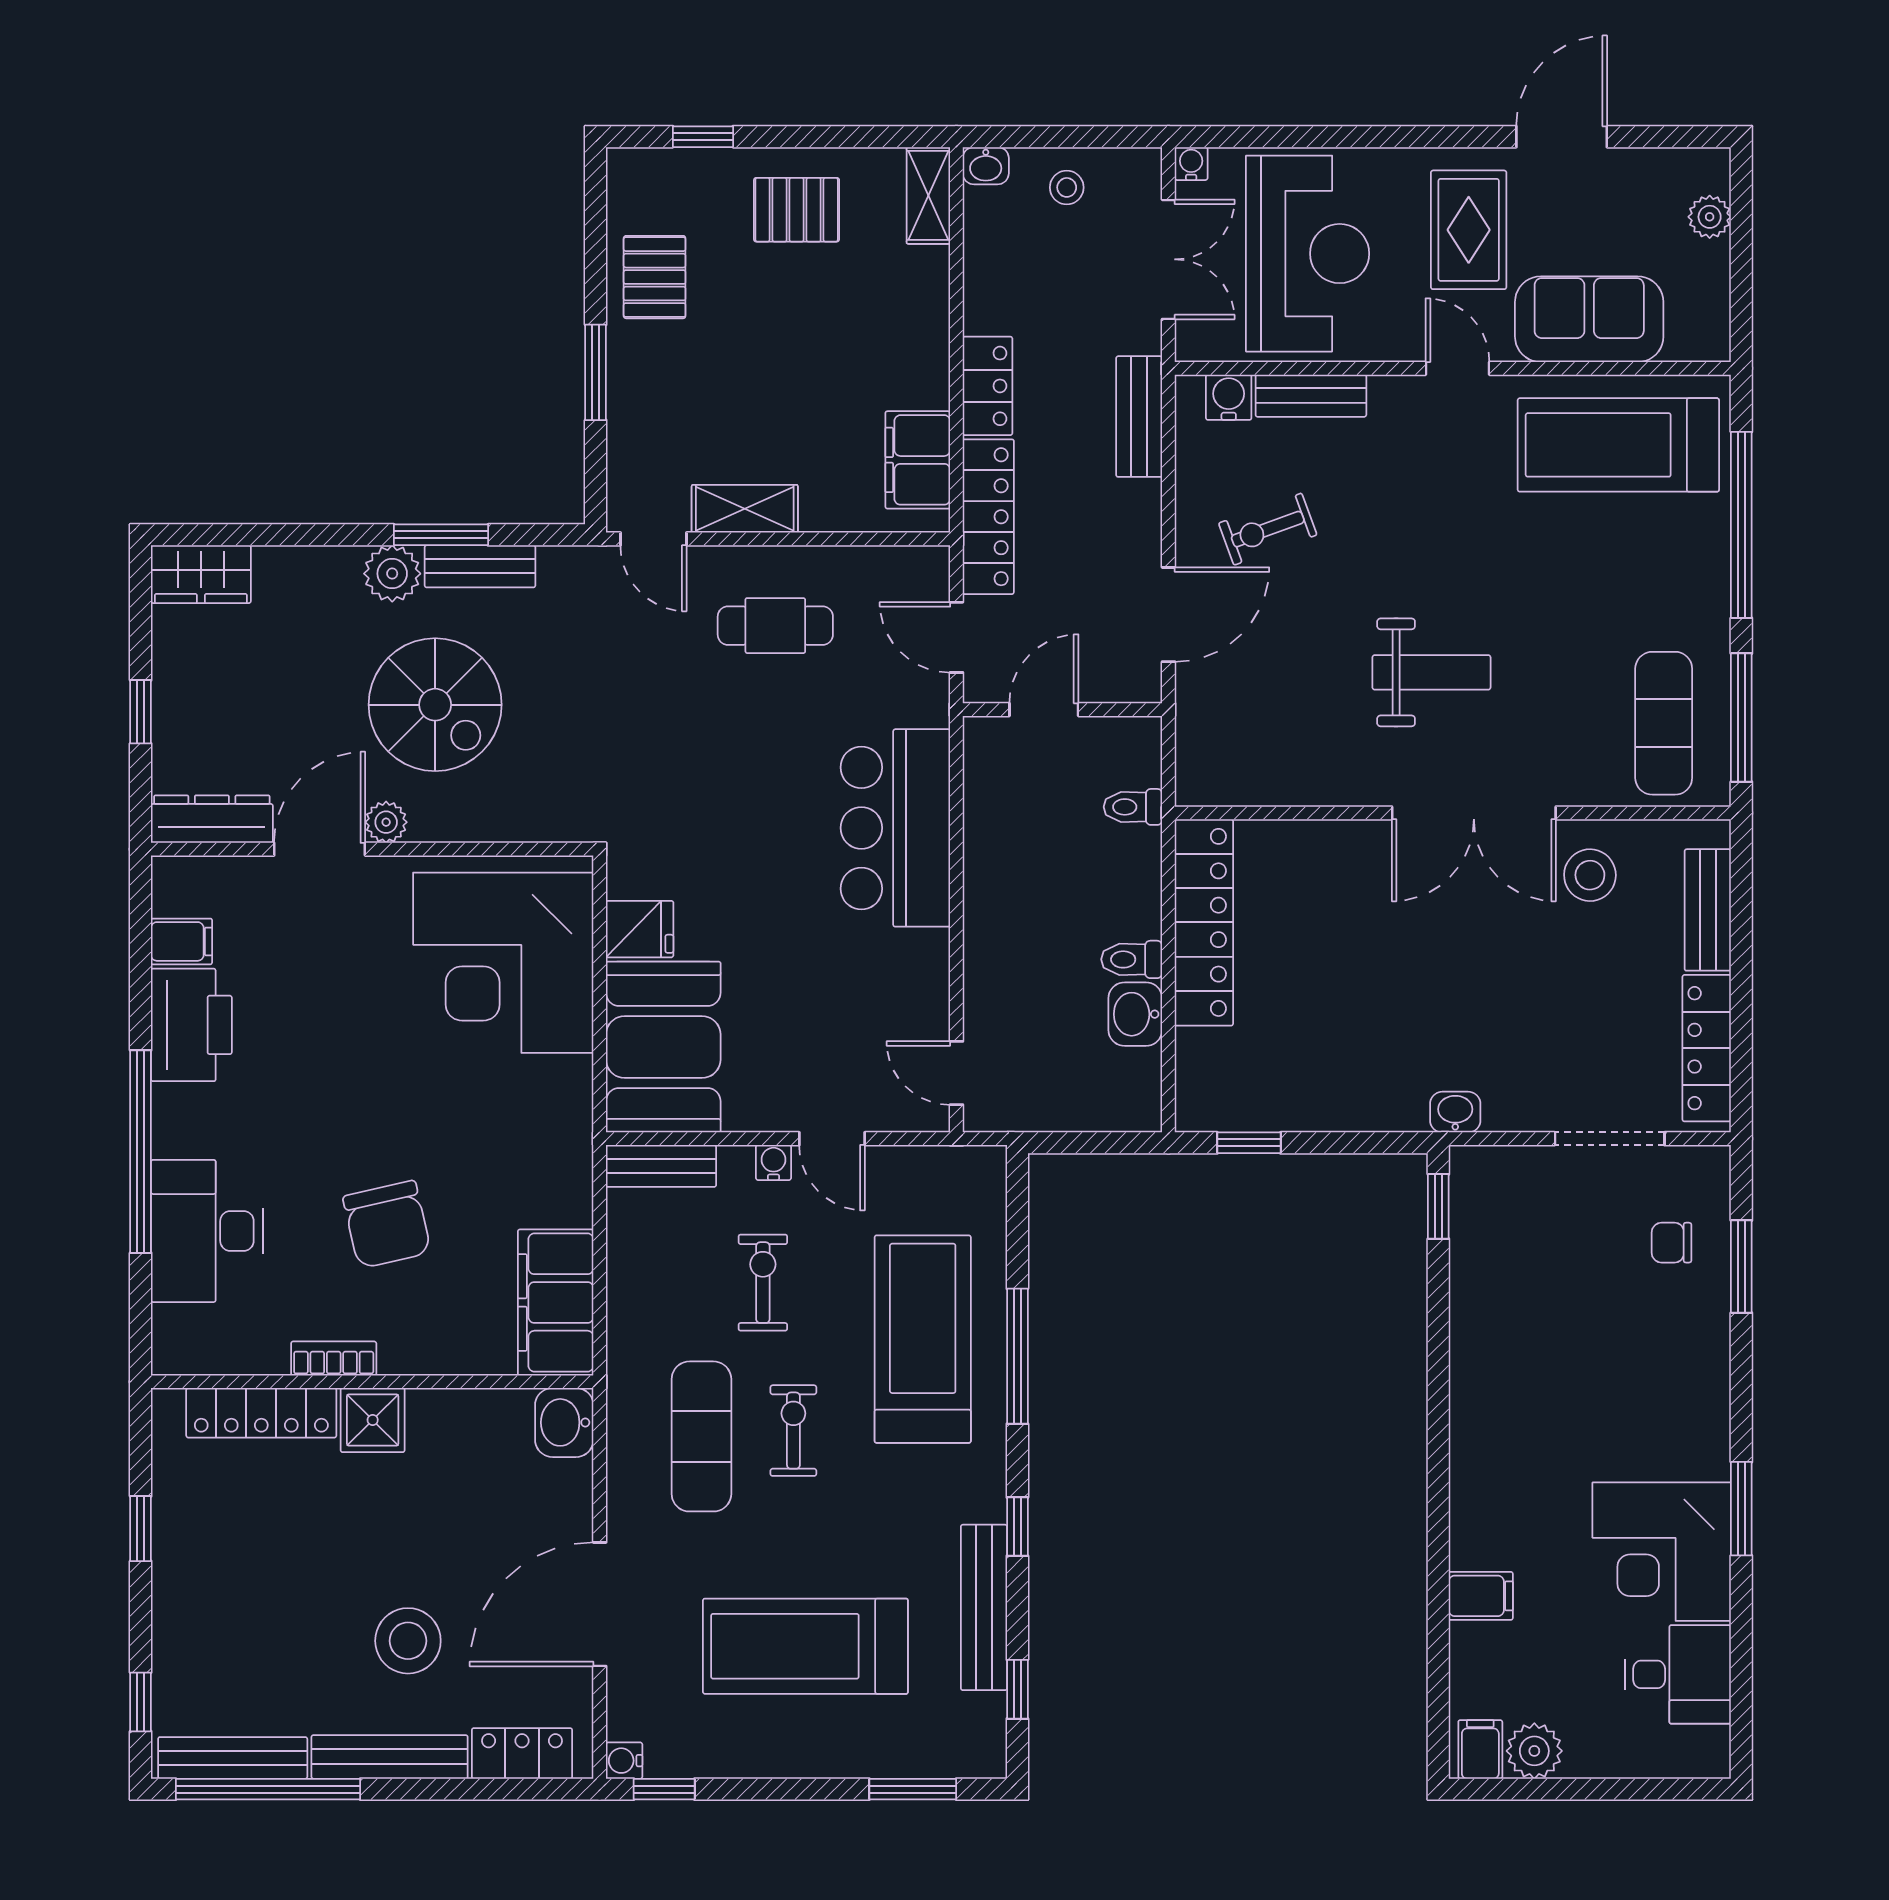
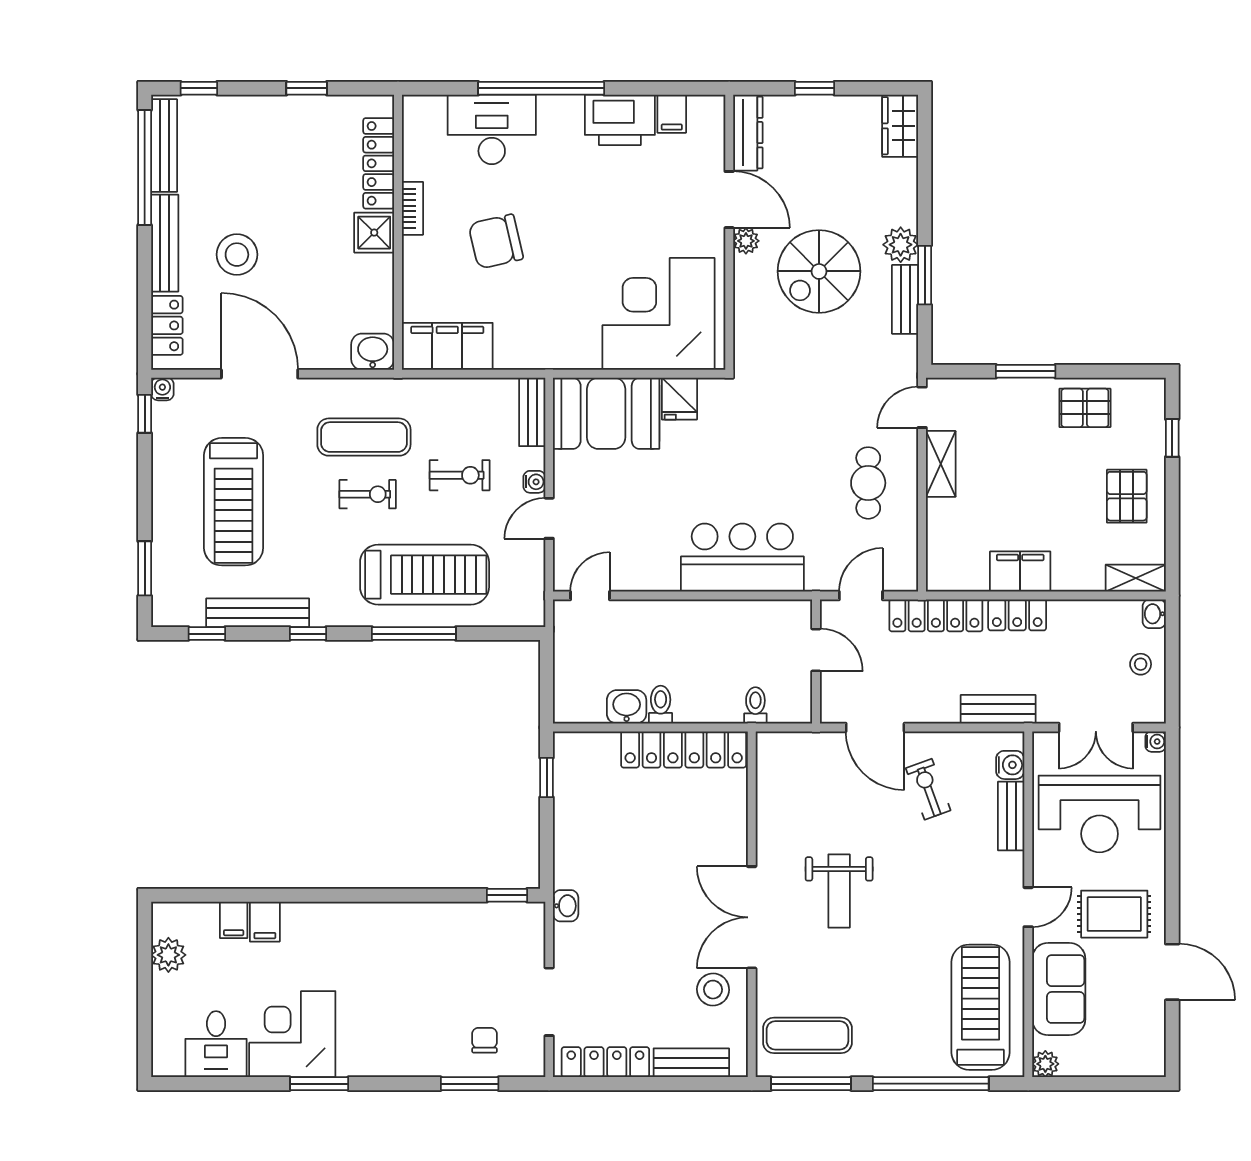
plant: (1710, 217) -> (1045, 1064), moved
filing cabinet: (918, 460) -> (1020, 572), moved
treadmill: (805, 1646) -> (234, 502), turned 180
filing cabinet: (1480, 1749) -> (234, 920), moved, turned 90

